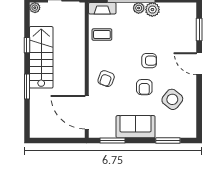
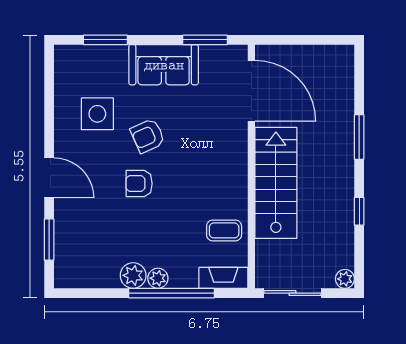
stairs: (41, 57) -> (276, 183), moved, turned 180
armchair: (106, 79) -> (217, 151), removed
armchair: (144, 87) -> (148, 136), turned -114
side table: (172, 99) -> (97, 114), turned -38

